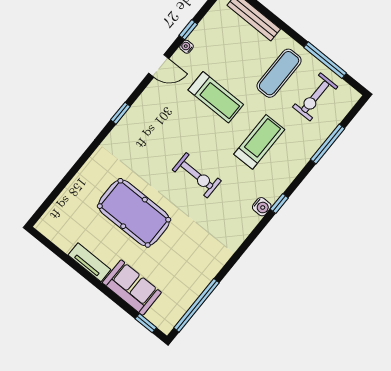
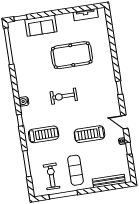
door: (159, 66) -> (125, 122), hinge flipped
treadmill: (259, 142) -> (44, 134), moved, turned -90
water cooler: (262, 207) -> (24, 101), moved
tv unit: (89, 262) -> (86, 15), moved

